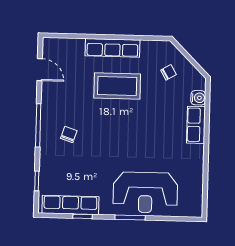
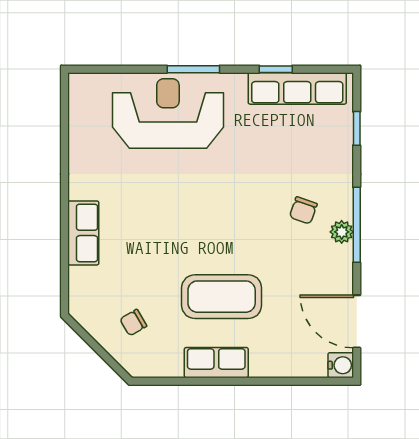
row of seats: (112, 48) -> (216, 363), width x0.68
door: (40, 70) -> (357, 321), width x1.38
water cooler: (198, 98) -> (341, 365), moved, turned 180
plant: (47, 121) -> (342, 232), added

